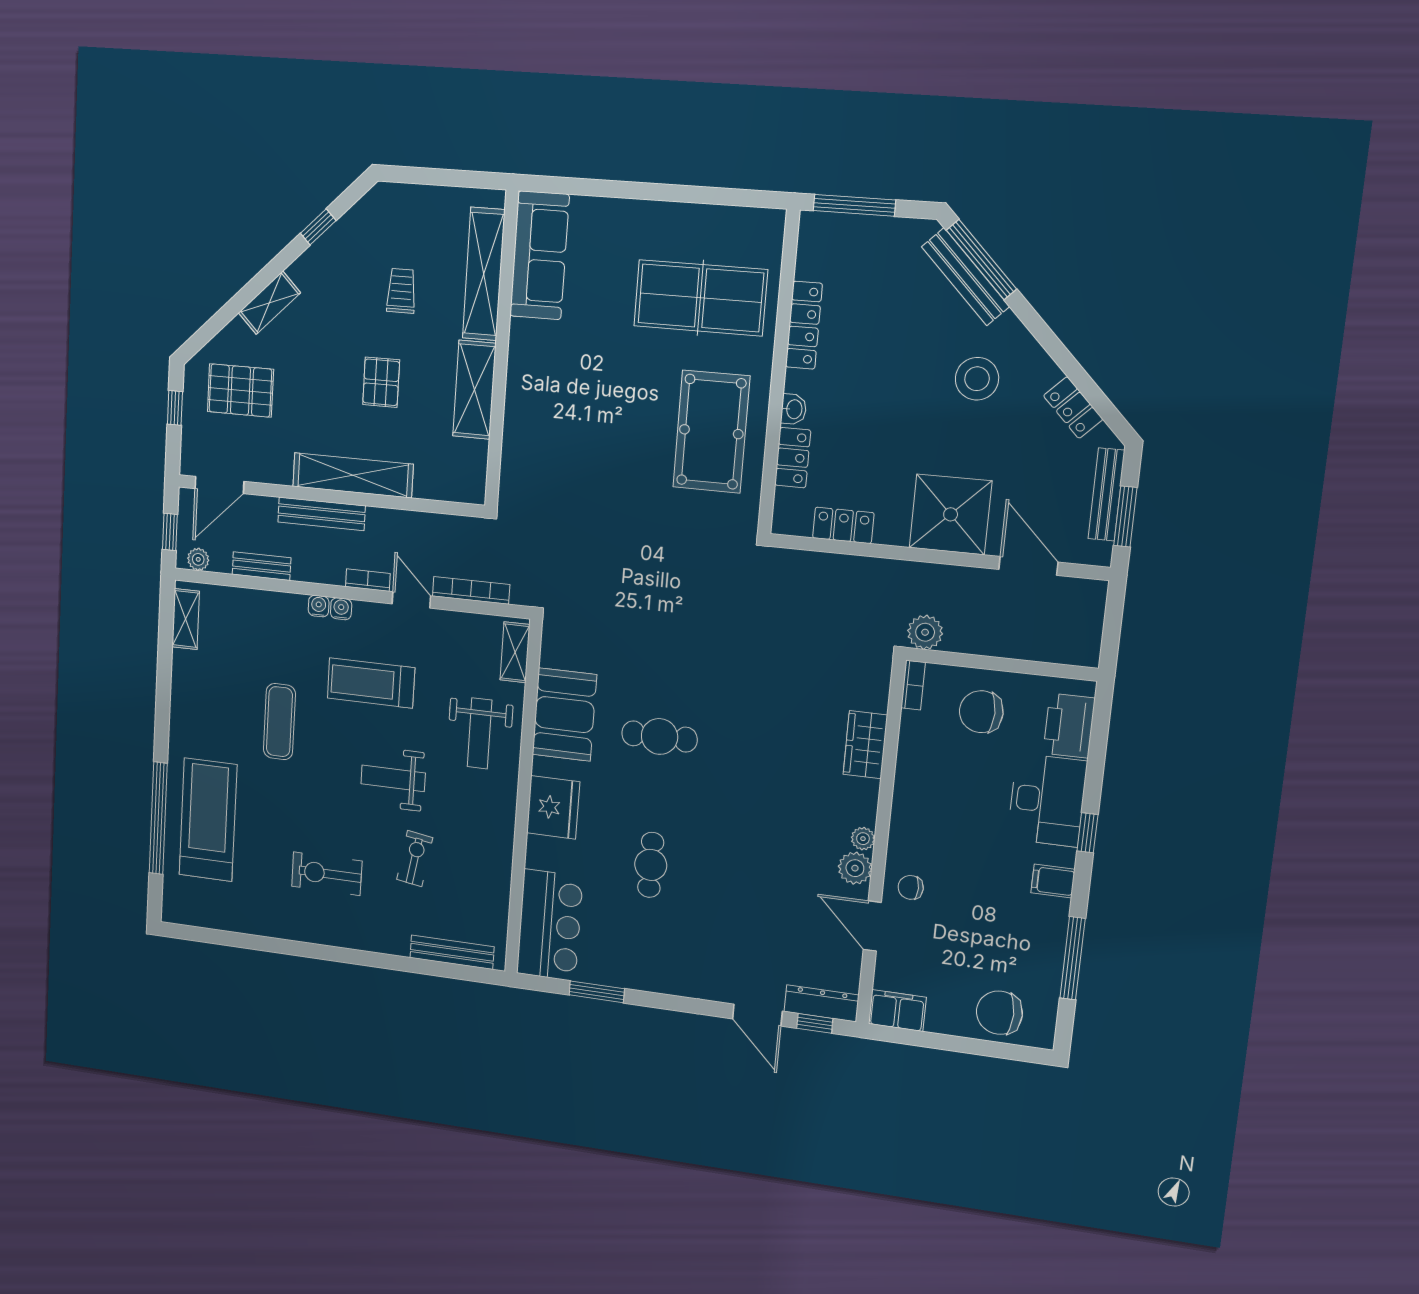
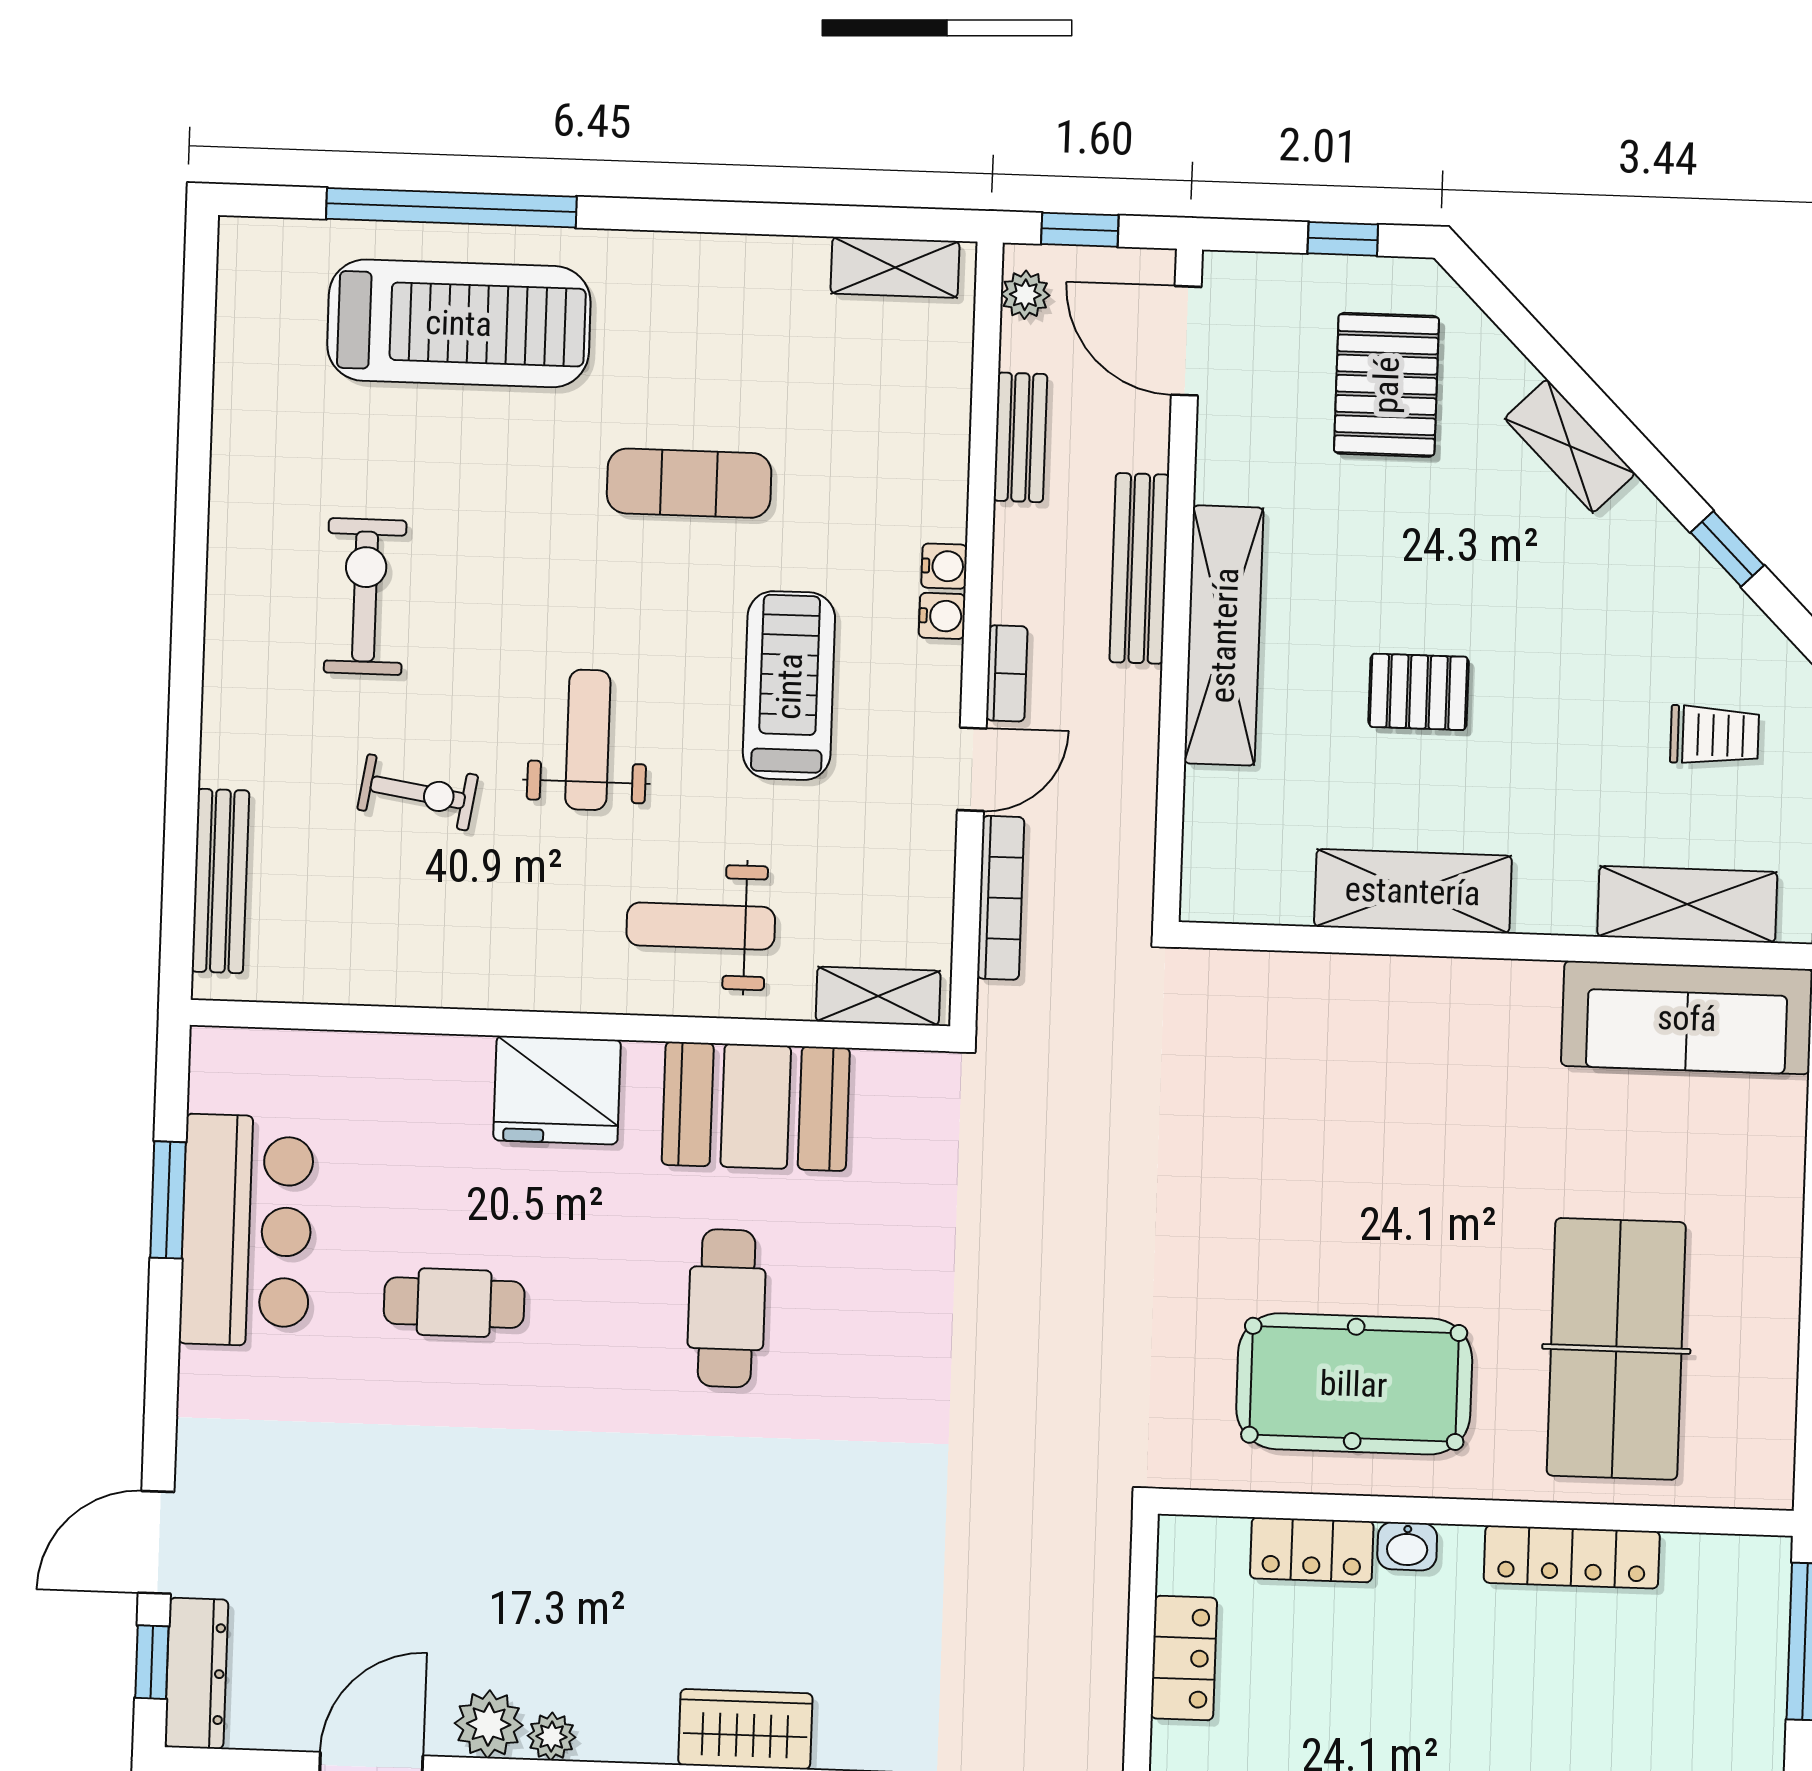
shelving: (484, 274) -> (1687, 904), width x0.68
trolley: (401, 291) -> (1715, 735), moved
bar counter: (550, 925) -> (247, 1231), moved, turned -90

